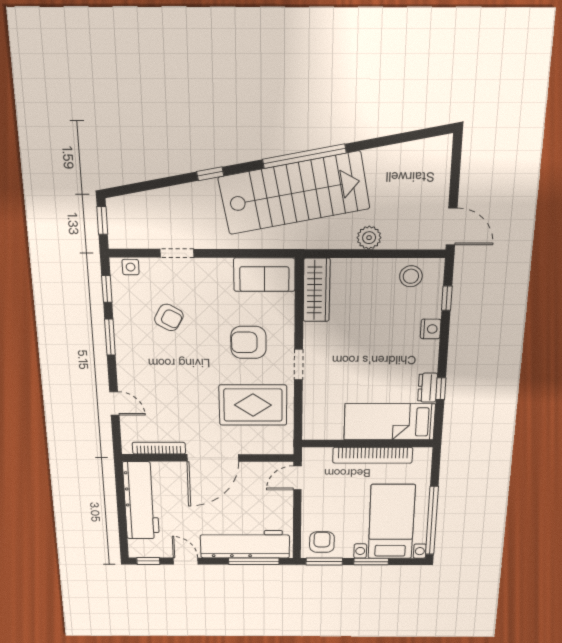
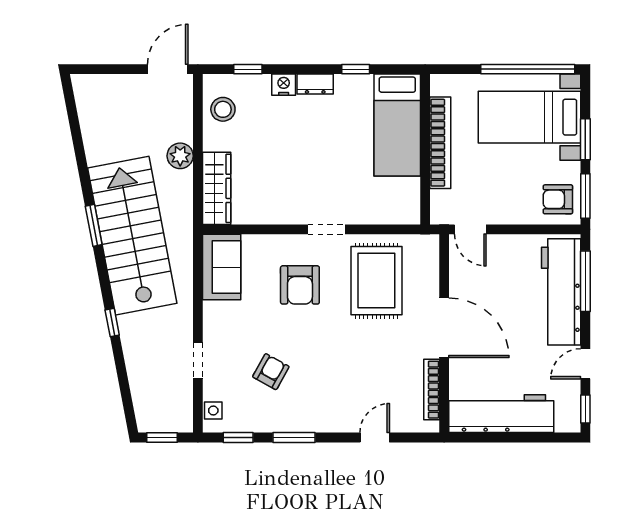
window: (304, 156) -> (94, 225), width x0.47
wardrobe: (317, 290) -> (217, 188), moved, turned 90
dresser: (428, 388) -> (315, 84), moved

